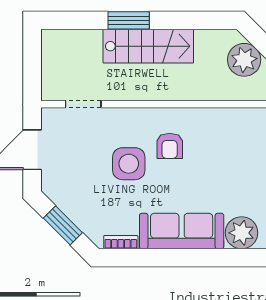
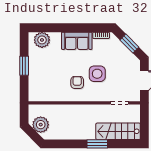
stairs: (148, 46) -> (118, 131), moved
sofa: (182, 231) -> (77, 41), width x0.73

